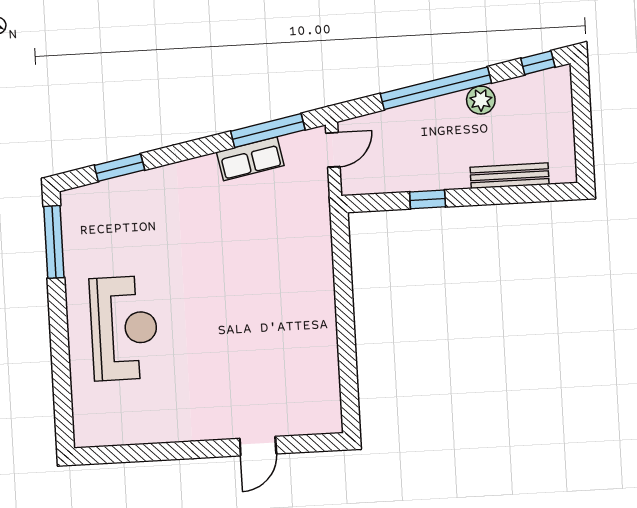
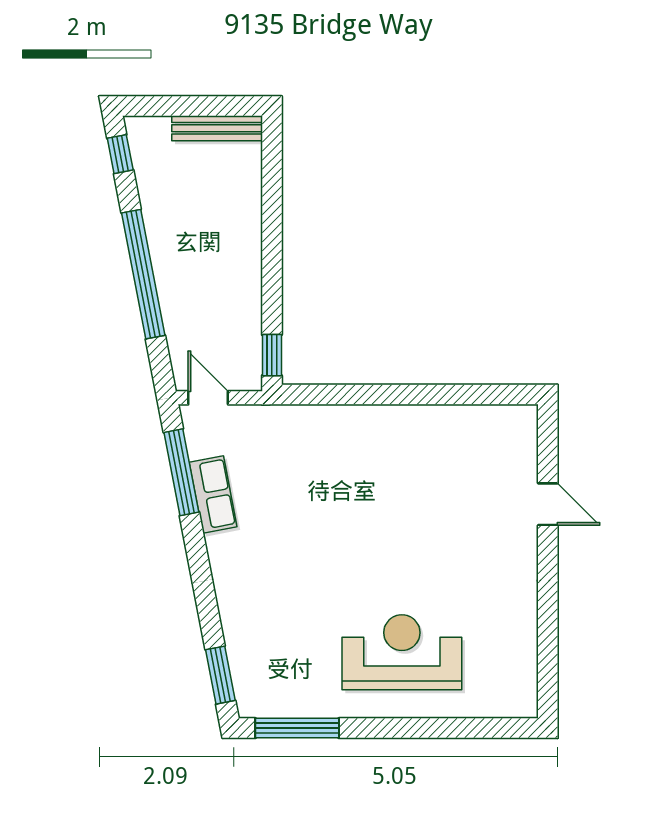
plant: (481, 100) -> (160, 223), removed
window: (119, 168) -> (220, 675), moved
bench: (510, 176) -> (217, 128), moved, turned 90
window: (428, 199) -> (272, 355), moved

